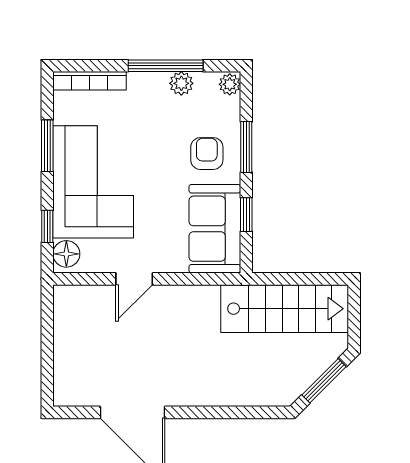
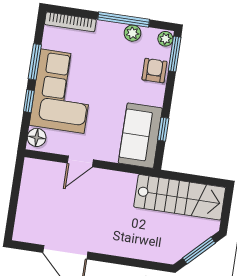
window: (246, 147) -> (175, 54), moved
armchair: (207, 154) -> (154, 71), moved
window: (47, 226) -> (29, 101), moved

